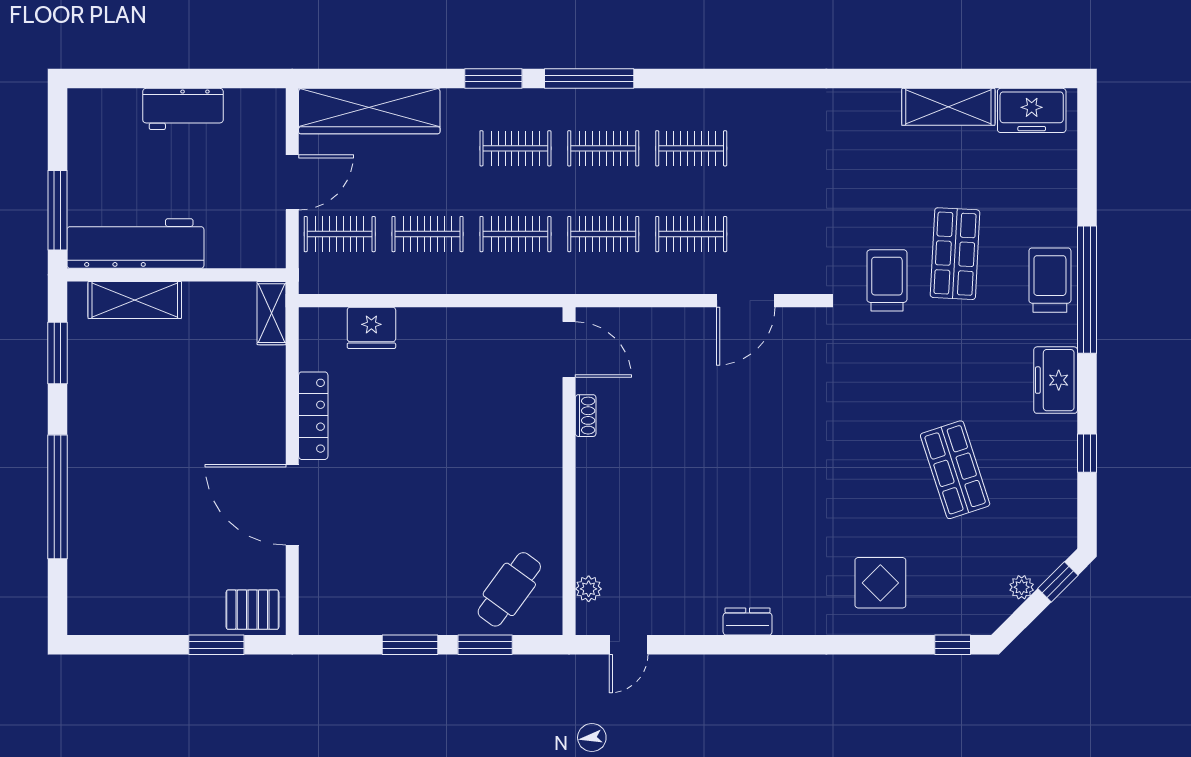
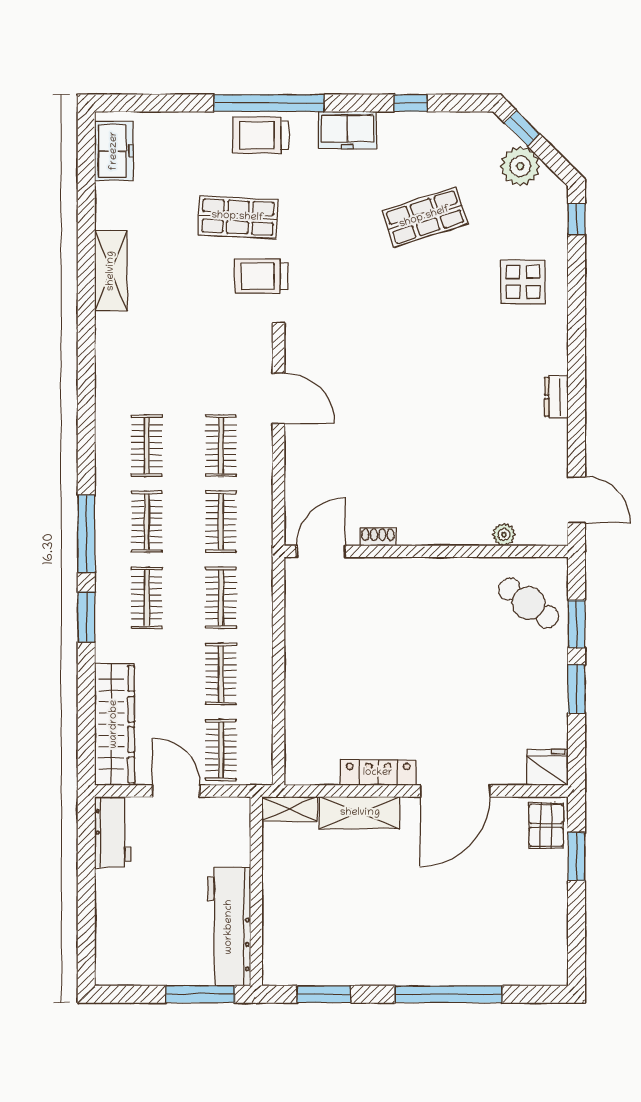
shelving: (948, 107) -> (111, 271), moved
workbench: (183, 109) -> (113, 832), moved
shelving: (135, 300) -> (360, 813), moved, turned 90
fridge: (371, 328) -> (547, 767), moved, turned -90
plant: (1022, 587) -> (520, 166), width x1.88, depth x1.88
plant: (589, 589) -> (504, 535), moved
door: (629, 645) -> (577, 500), width x1.38

